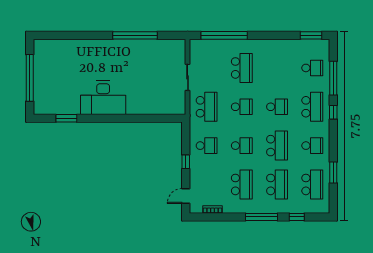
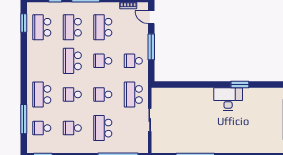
desk: (103, 98) -> (228, 99), width x0.73, depth x0.77
window: (333, 112) -> (24, 90), removed
window: (66, 118) -> (240, 85), moved
school desk: (312, 146) -> (72, 128), moved
window: (186, 162) -> (151, 47), width x2.17
window: (333, 173) -> (24, 23), moved
door: (186, 196) -> (151, 17), swing flipped

